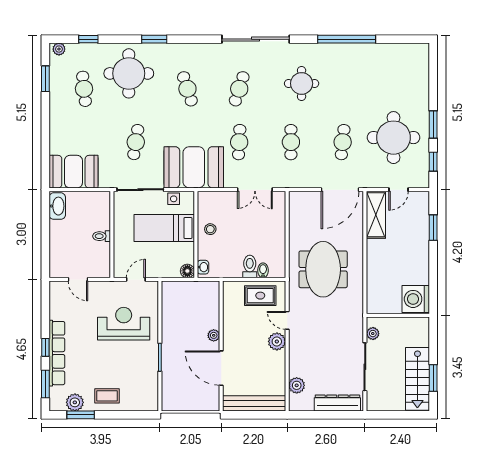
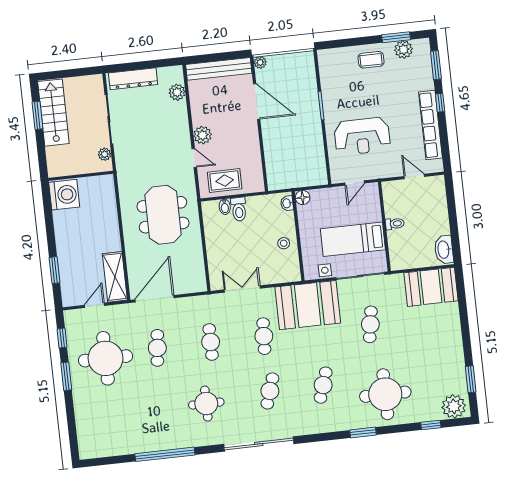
plant: (59, 49) -> (454, 406), width x1.88, depth x1.88
cafe table: (84, 89) -> (430, 373), removed
cafe table: (187, 89) -> (323, 385), turned 36
bed: (164, 228) -> (353, 239), moved, turned 180
plant: (214, 335) -> (260, 62), moved
row of seats: (57, 353) -> (430, 125), moved

